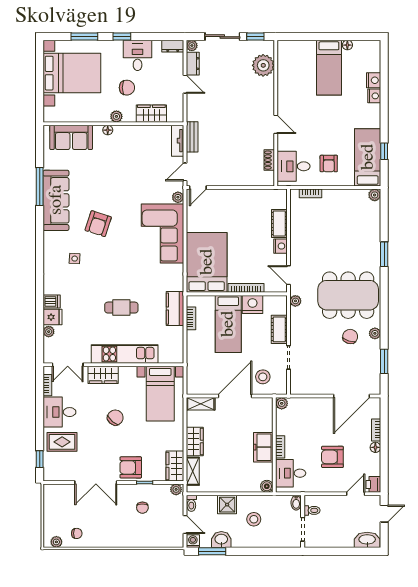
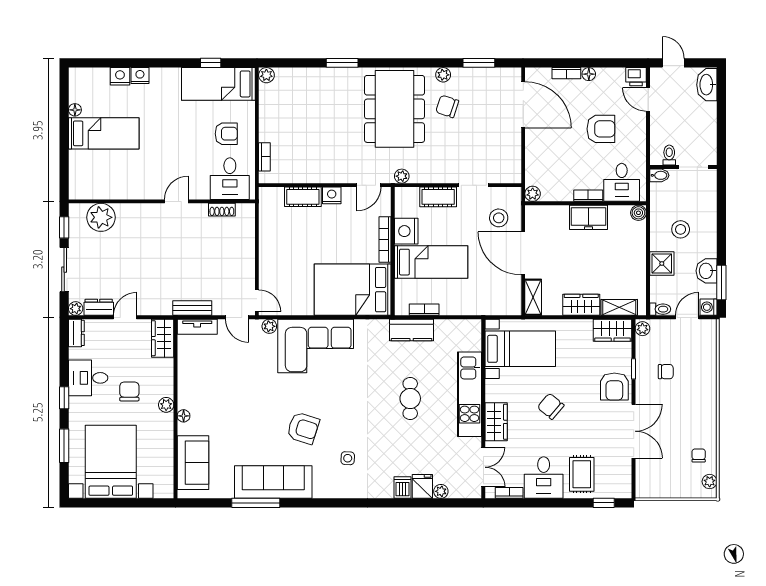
wardrobe: (151, 114) -> (163, 338), moved
armchair: (332, 457) -> (601, 129), turned -90

